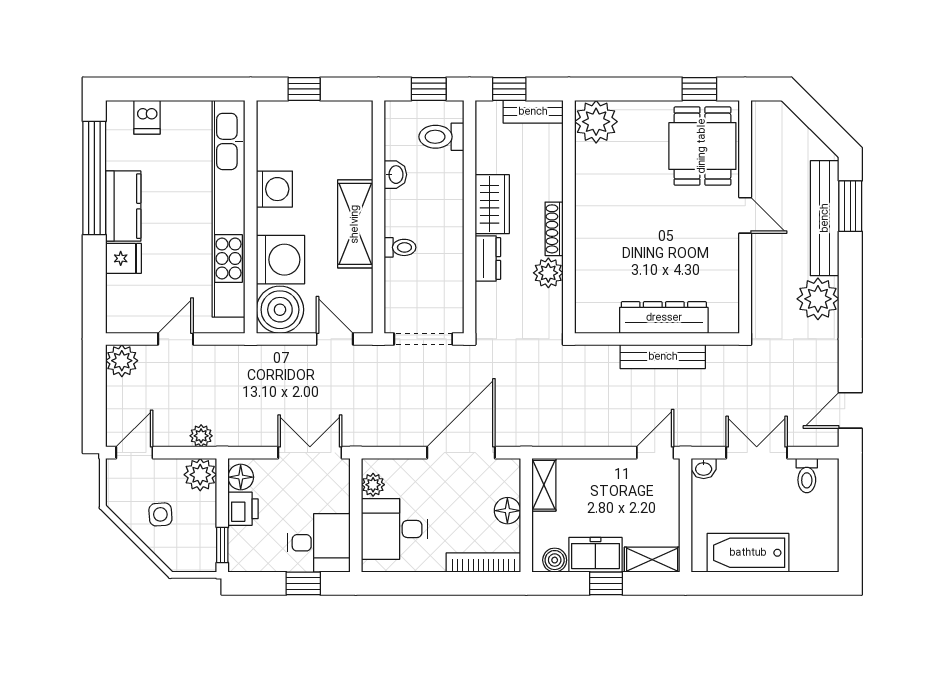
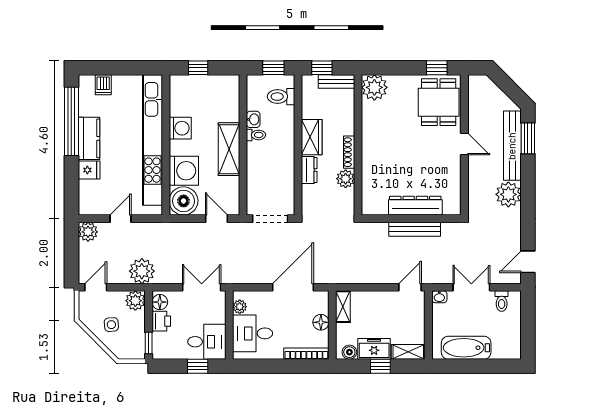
toilet: (400, 247) -> (256, 135), moved
plant: (201, 436) -> (142, 271), width x1.88, depth x1.88

